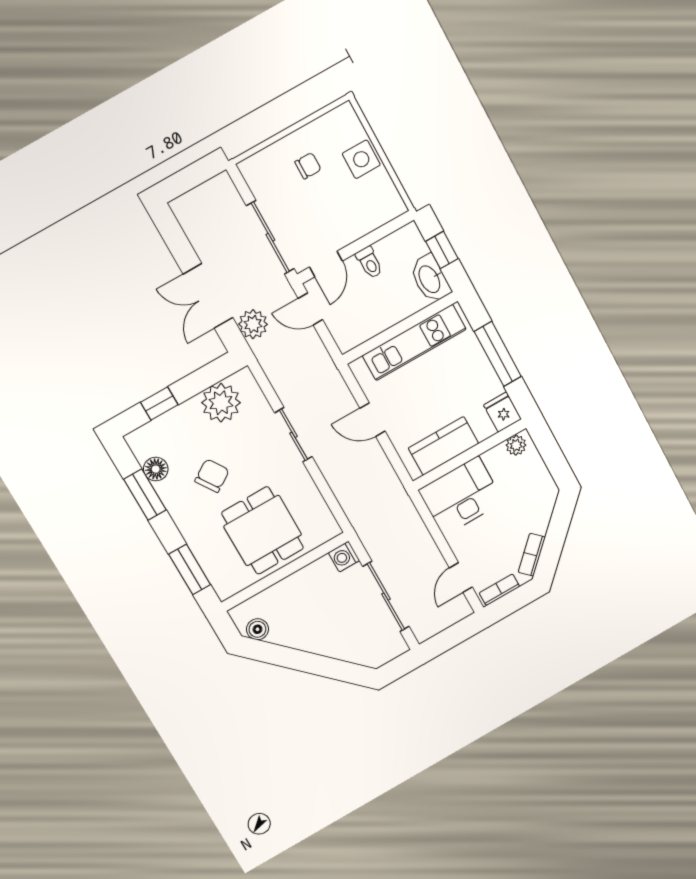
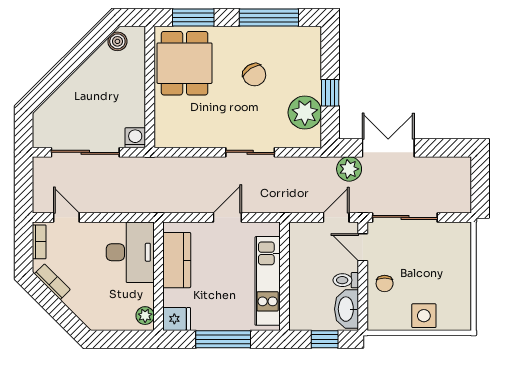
chair: (308, 166) -> (385, 284), moved
washbasin: (430, 279) -> (347, 309), moved, turned -90
window: (159, 404) -> (330, 93), moved
floor lamp: (156, 469) -> (283, 36), removed
window: (145, 495) -> (269, 18), width x1.44
dining table: (263, 530) -> (185, 63), moved, turned 90

